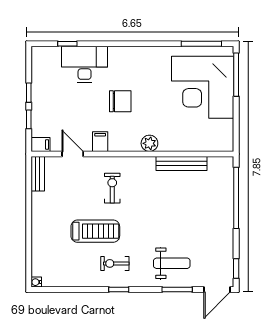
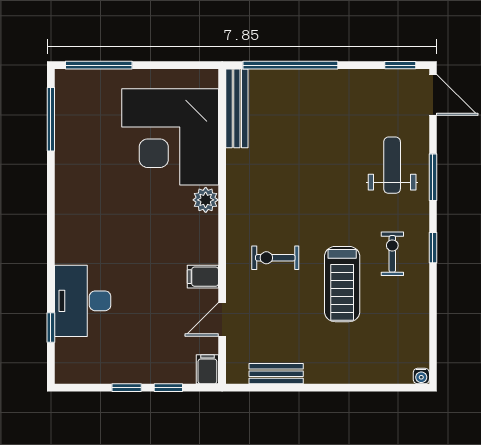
corner desk: (203, 87) -> (170, 137), moved, turned 90
chair: (120, 101) -> (140, 245), removed
bench: (181, 163) -> (237, 108), moved
bench: (38, 174) -> (276, 374), moved
treadmill: (95, 231) -> (342, 284), turned 180
exercise bike: (115, 263) -> (392, 254), turned 180
window: (177, 290) -> (433, 177), moved

